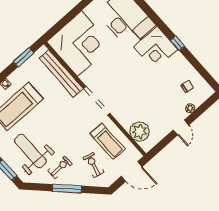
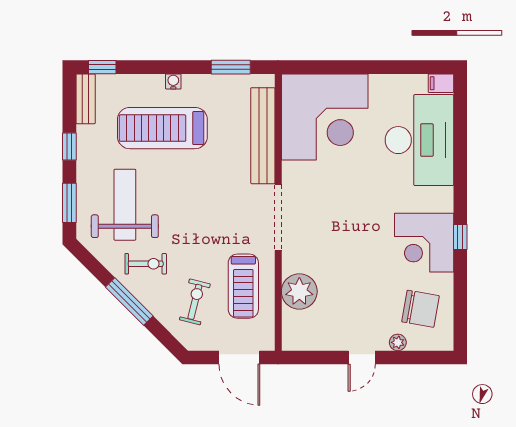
corner desk: (156, 48) -> (424, 243), moved
chair: (187, 87) -> (420, 309), width x1.87, depth x1.87
plant: (140, 132) -> (299, 291), moved

